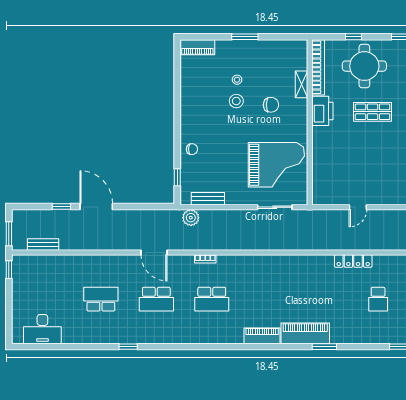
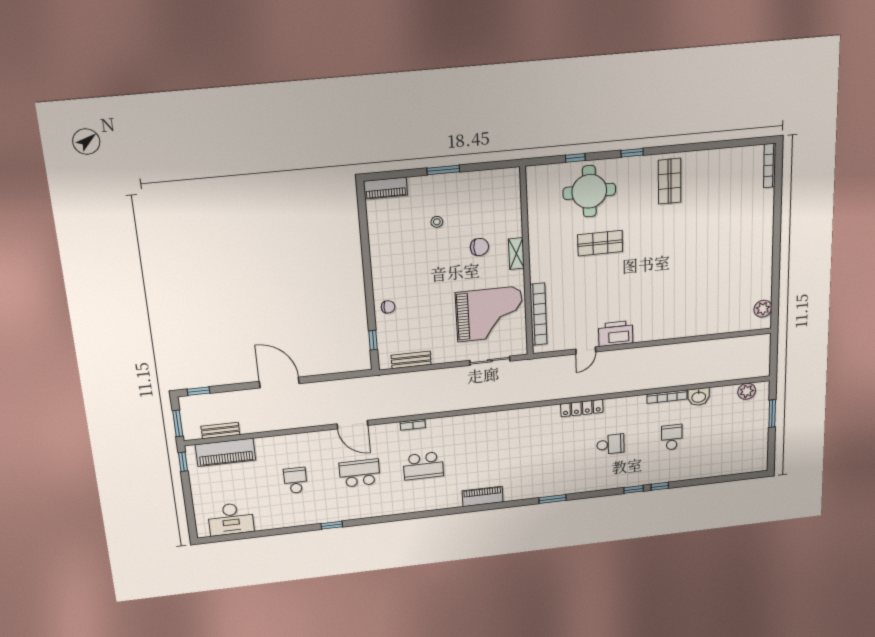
bookcase: (318, 67) -> (538, 314), moved
shelving: (301, 84) -> (516, 254), moved
stool: (236, 101) -> (438, 247), removed
printer: (322, 111) -> (616, 334), moved, turned -90
window: (61, 207) -> (199, 391), moved
plant: (191, 218) -> (393, 383), removed
school desk: (101, 299) -> (295, 480), width x0.54
school desk: (156, 299) -> (360, 473), turned 180
school desk: (378, 299) -> (610, 444), turned -90
piano: (305, 333) -> (226, 452), moved, turned 180

